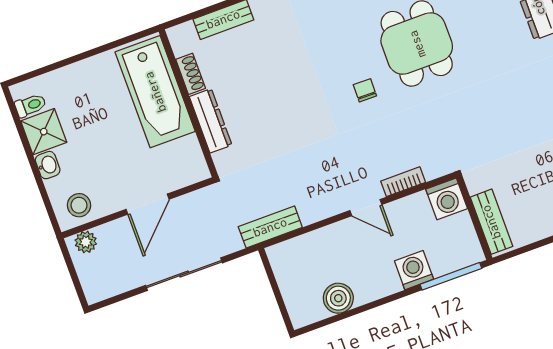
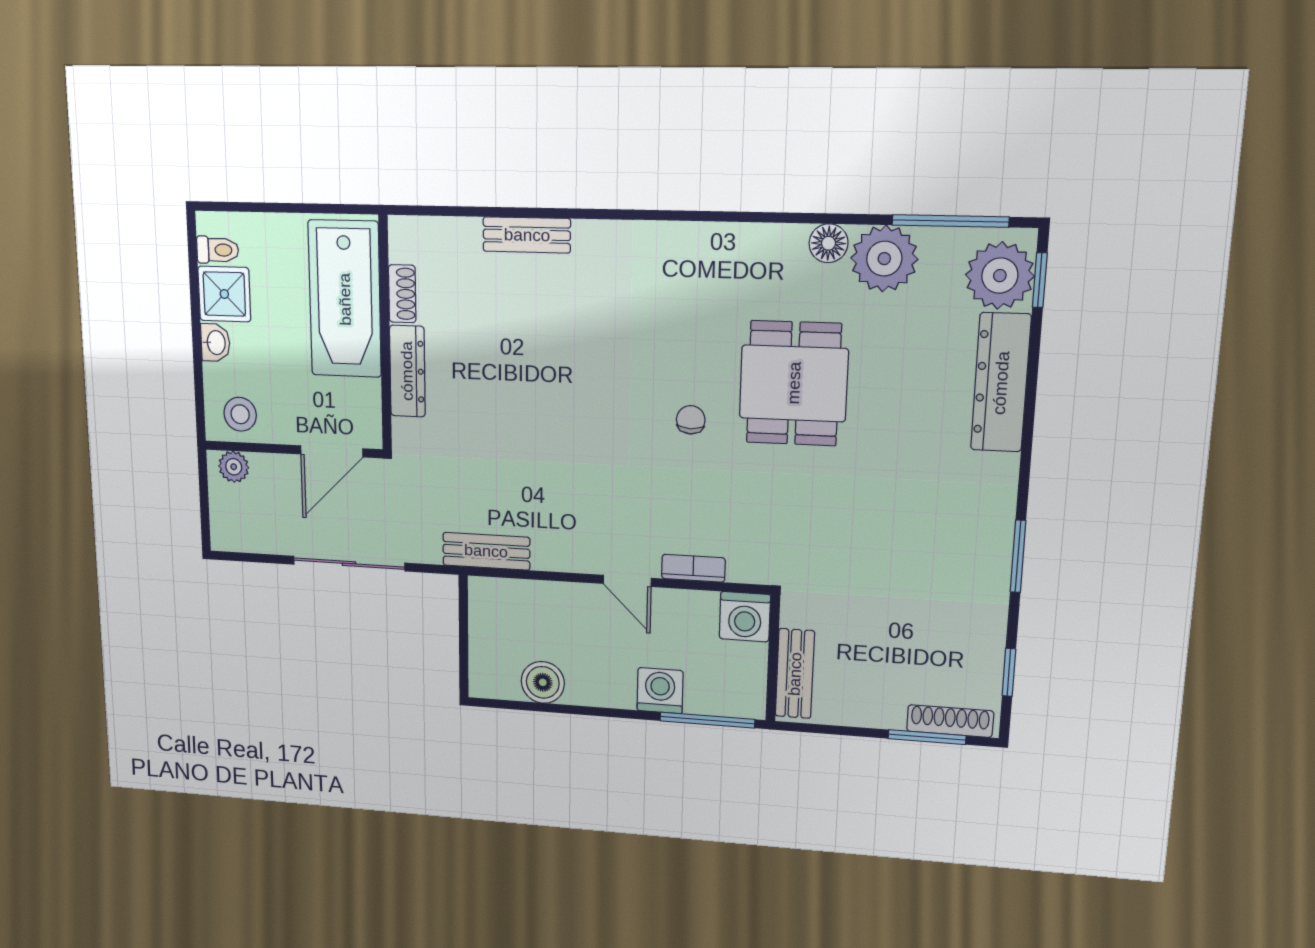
shoe rack: (191, 74) -> (402, 294), moved
bathtub: (155, 92) -> (345, 299), moved
wall: (188, 103) -> (385, 334), moved
dresser: (211, 121) -> (407, 371), moved

